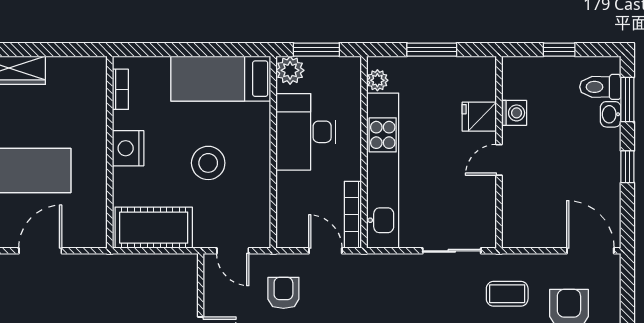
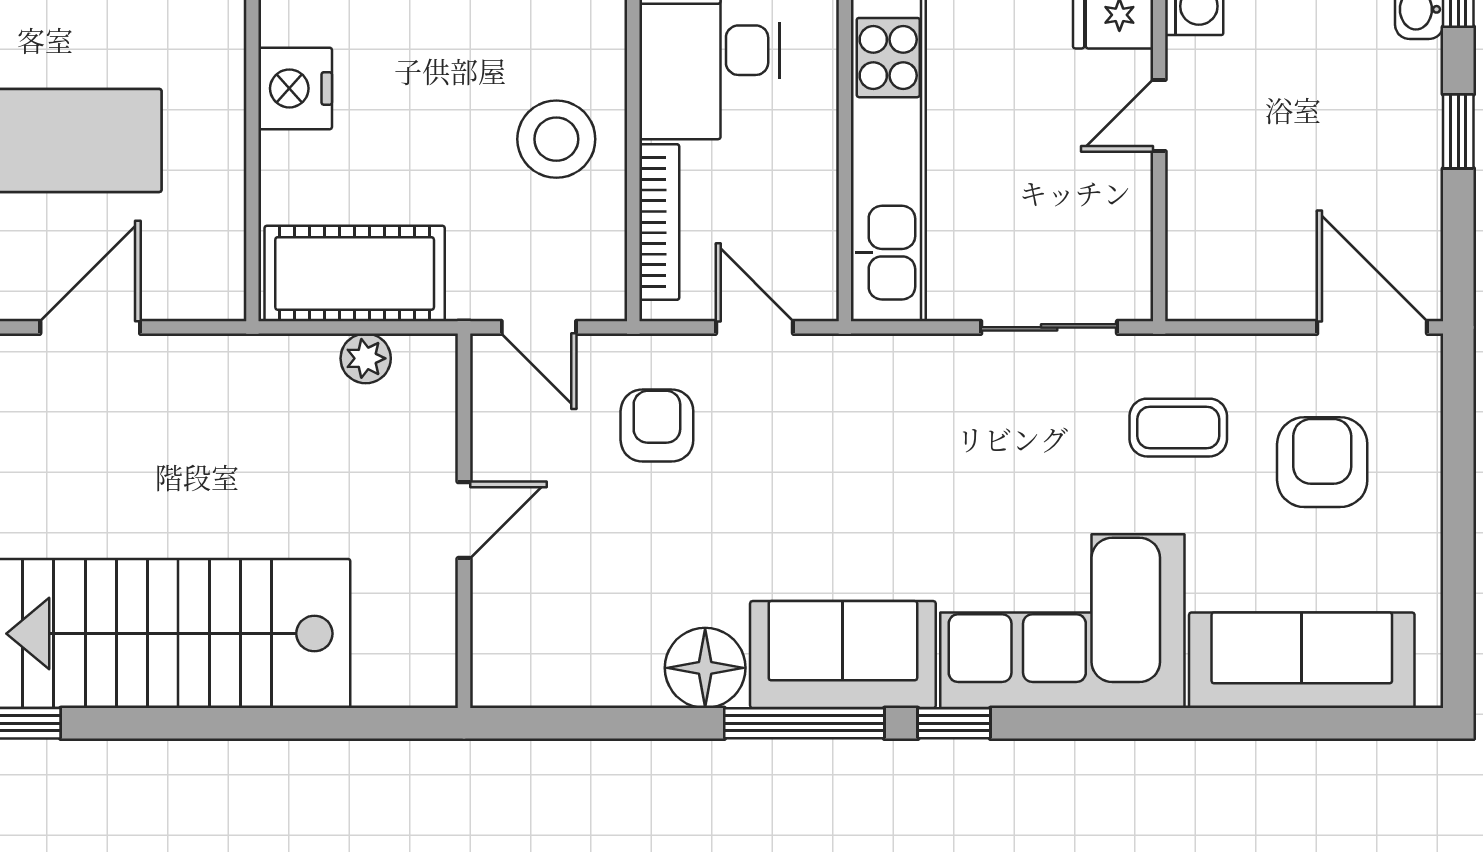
stool: (208, 163) -> (556, 139), moved
bookcase: (353, 215) -> (659, 222), moved, turned 180
plant: (158, 264) -> (366, 358), added

